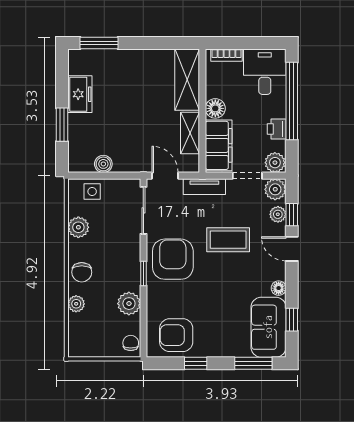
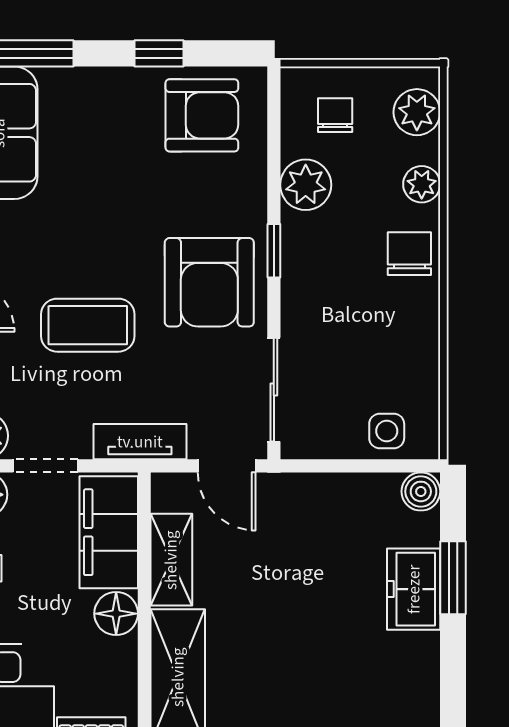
freezer: (80, 94) -> (414, 589), moved
boiler: (103, 164) -> (421, 491), moved
plant: (78, 227) -> (417, 112), moved
chair: (131, 343) -> (335, 115), moved, turned 180

